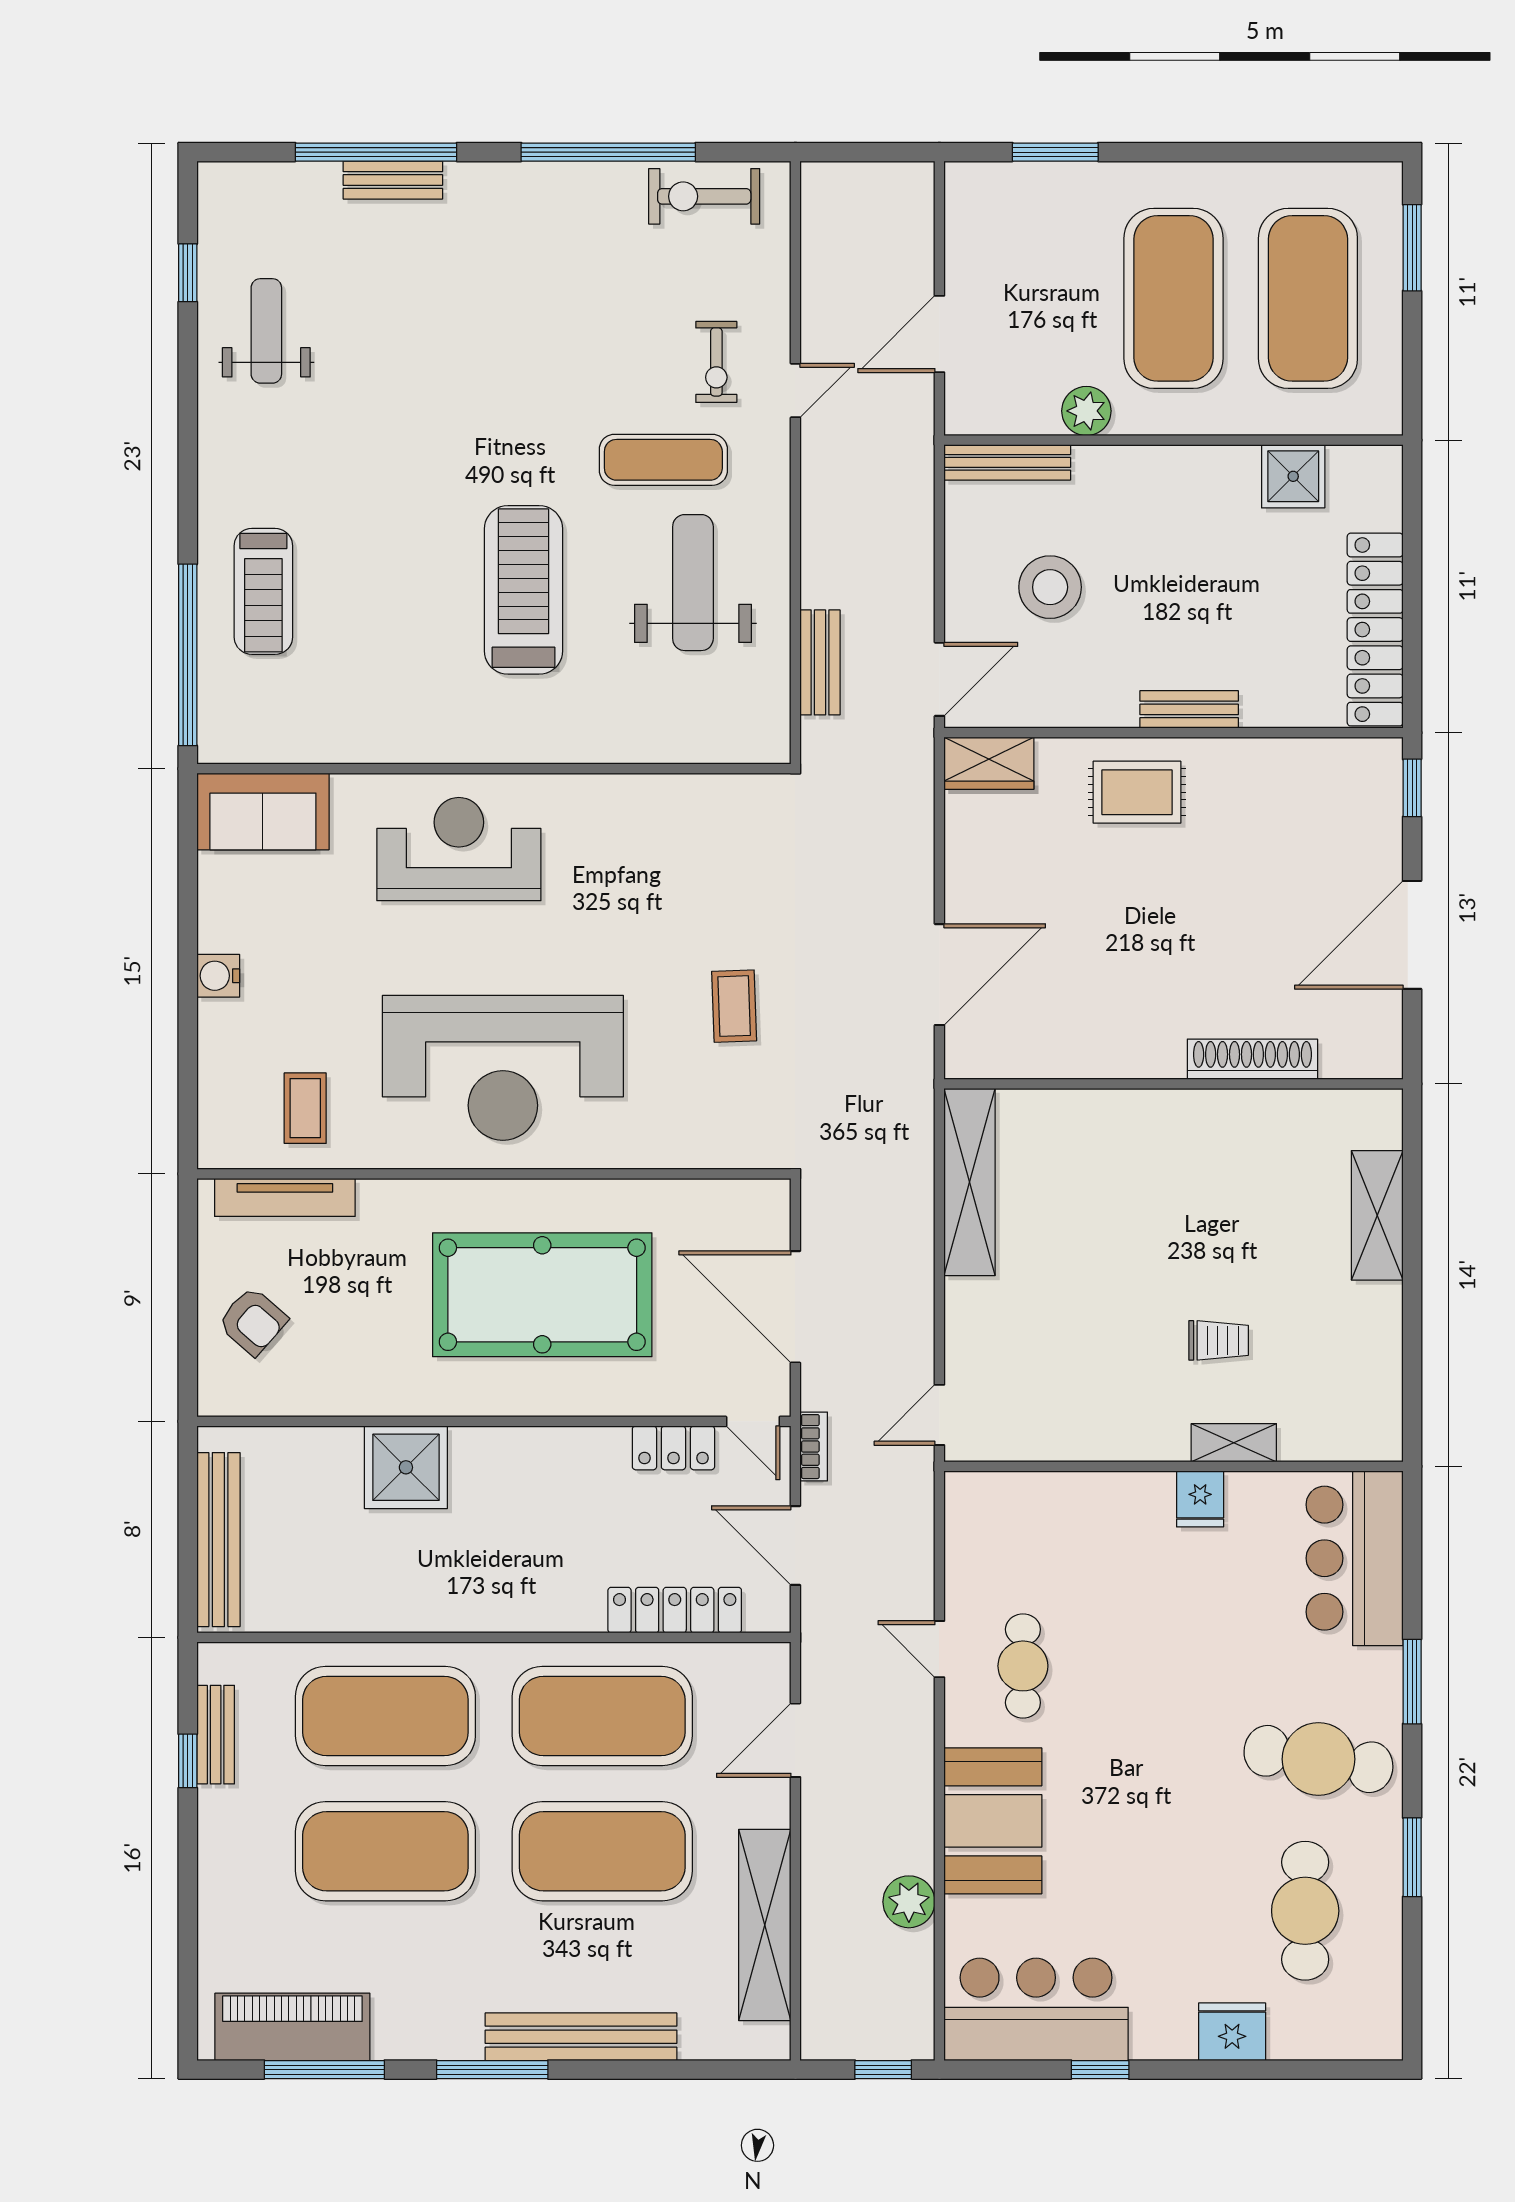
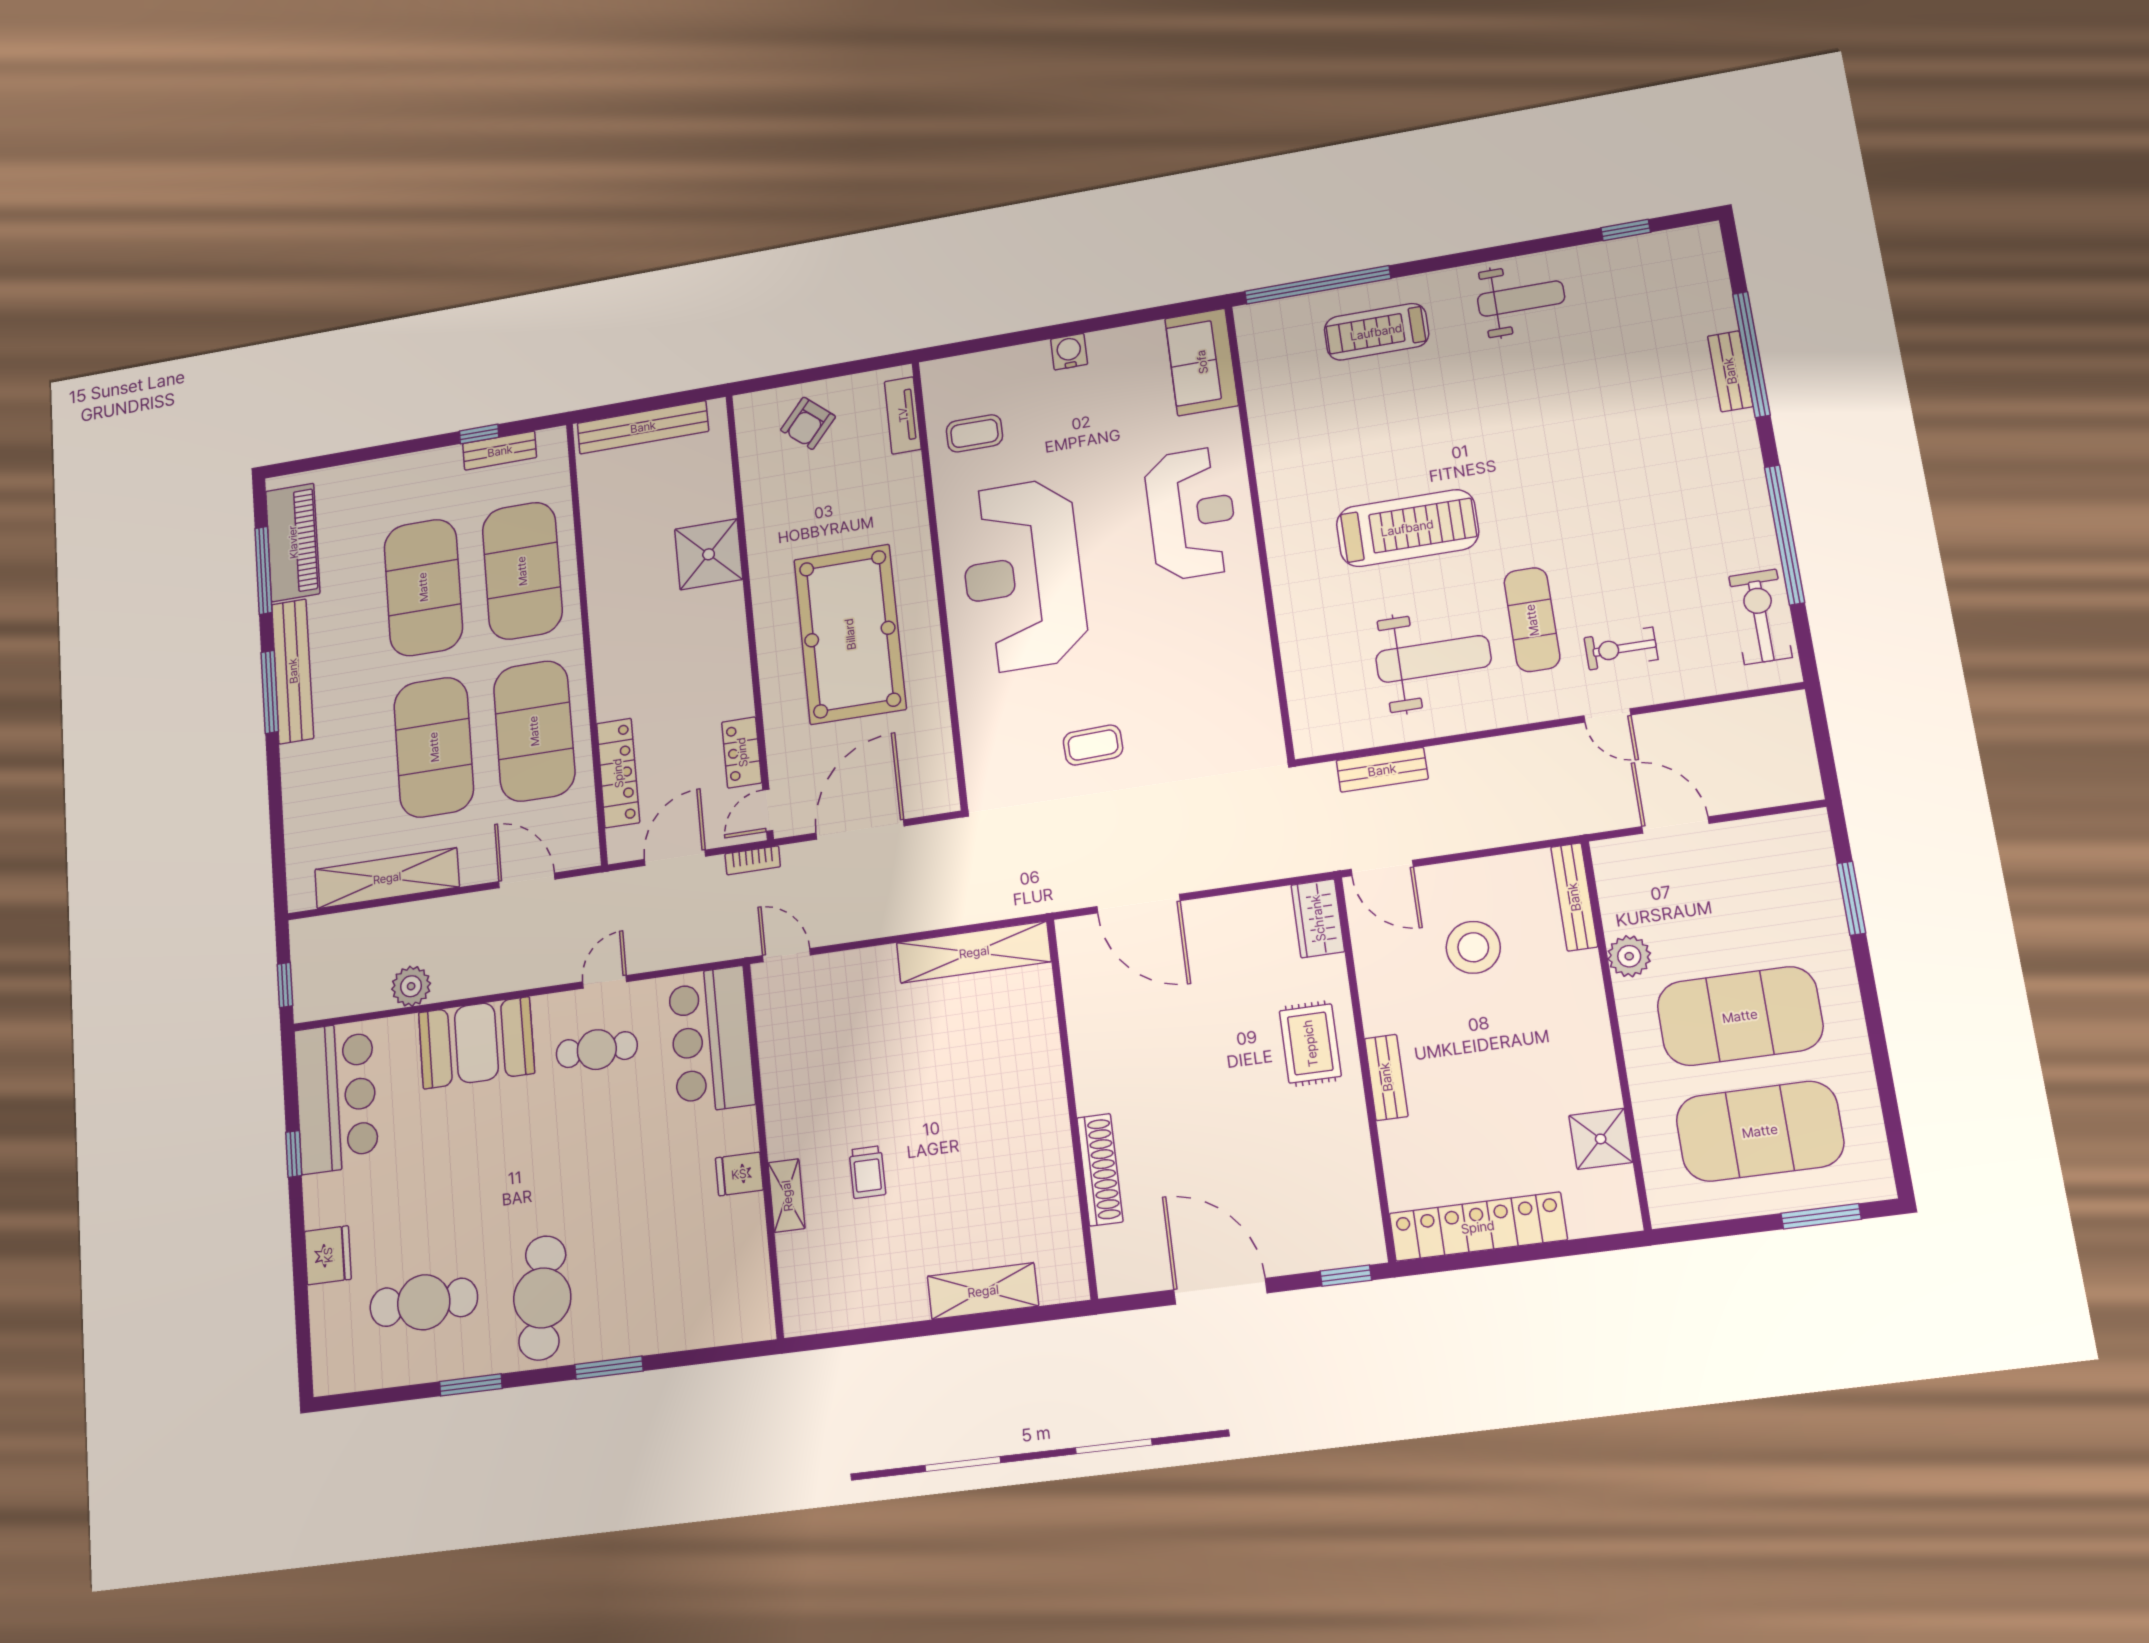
weight bench: (266, 331) -> (1521, 299), moved
tv unit: (285, 1197) -> (903, 415), width x0.71
bar counter: (1355, 1558) -> (711, 1040), moved, turned -90
bench: (581, 2037) -> (293, 671), moved

